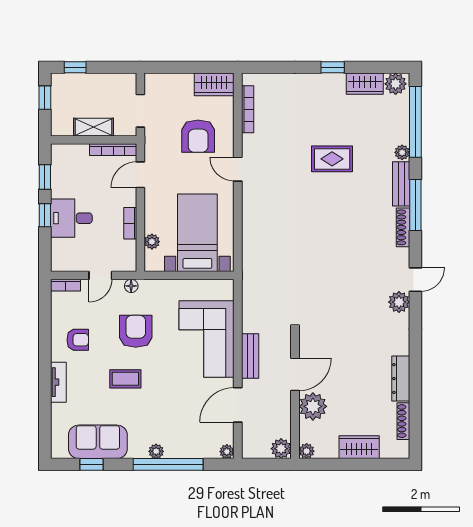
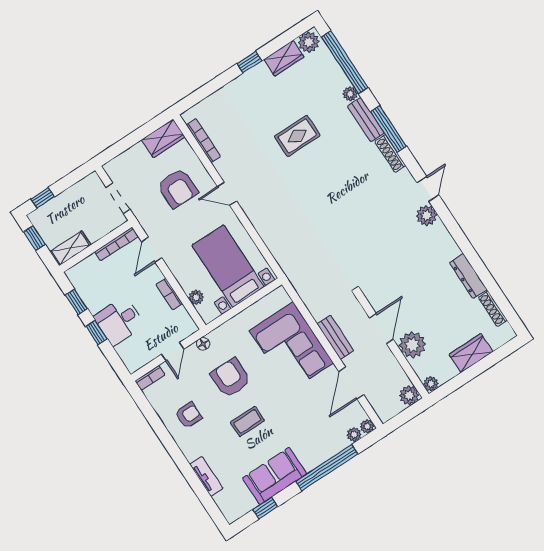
shelving: (94, 127) -> (70, 248), moved
tv unit: (58, 382) -> (206, 476), moved
sofa: (98, 442) -> (275, 476), moved
plant: (156, 451) -> (354, 435), moved

